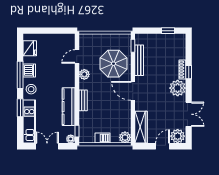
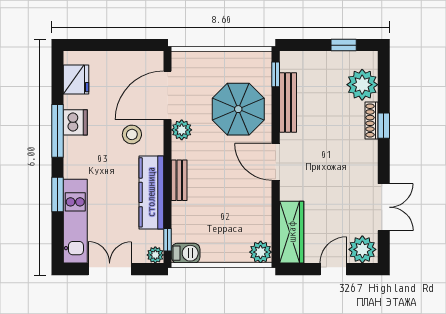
door: (77, 56) -> (168, 95), width x1.87
plant: (178, 88) -> (362, 85), moved
stool: (31, 89) -> (132, 134), moved
barbecue: (103, 138) -> (186, 253), moved

